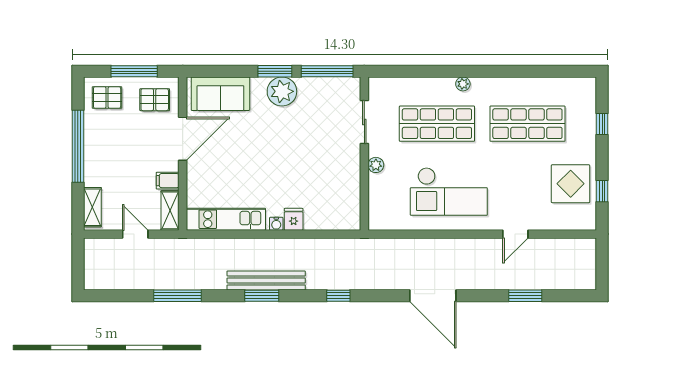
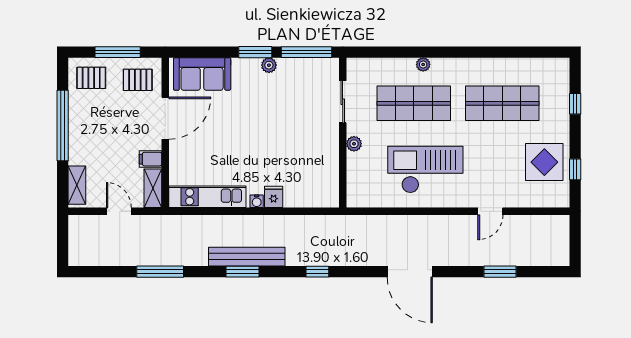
plant: (463, 84) -> (423, 64), moved
plant: (282, 91) -> (269, 65), width x0.53, depth x0.53
checkout: (449, 191) -> (425, 170), turned 180

